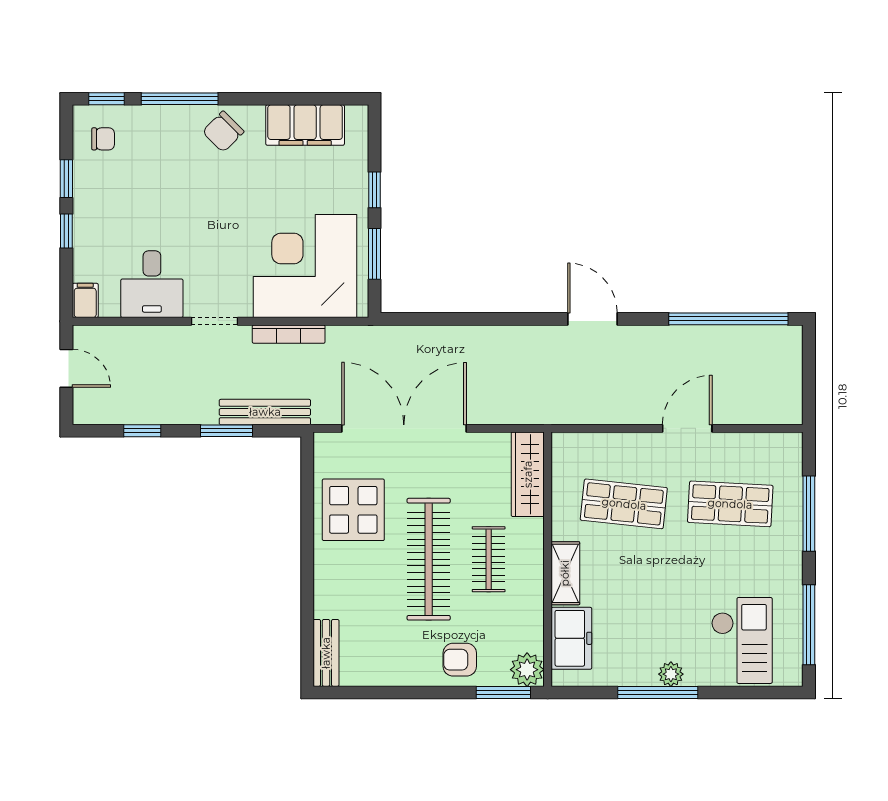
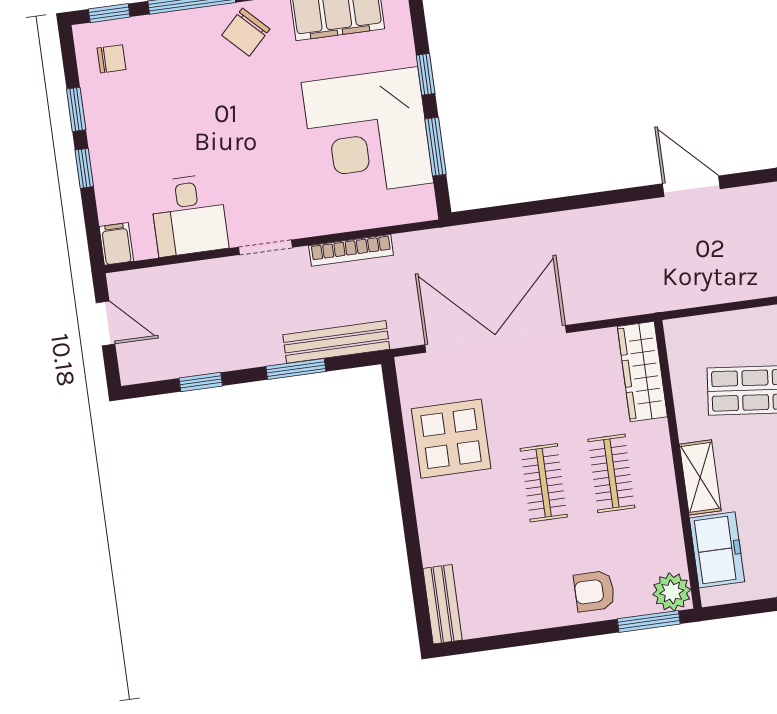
corner desk: (305, 266) -> (367, 133), moved, turned -90
clothes rail: (429, 559) -> (544, 483), width x0.54, depth x0.76

